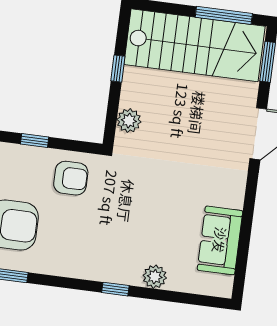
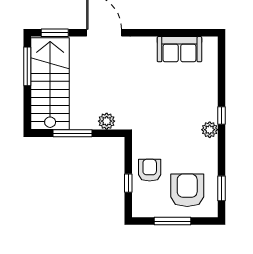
window: (118, 69) -> (72, 133), width x2.17
armchair: (71, 178) -> (150, 170), moved
plant: (155, 277) -> (210, 130), moved

